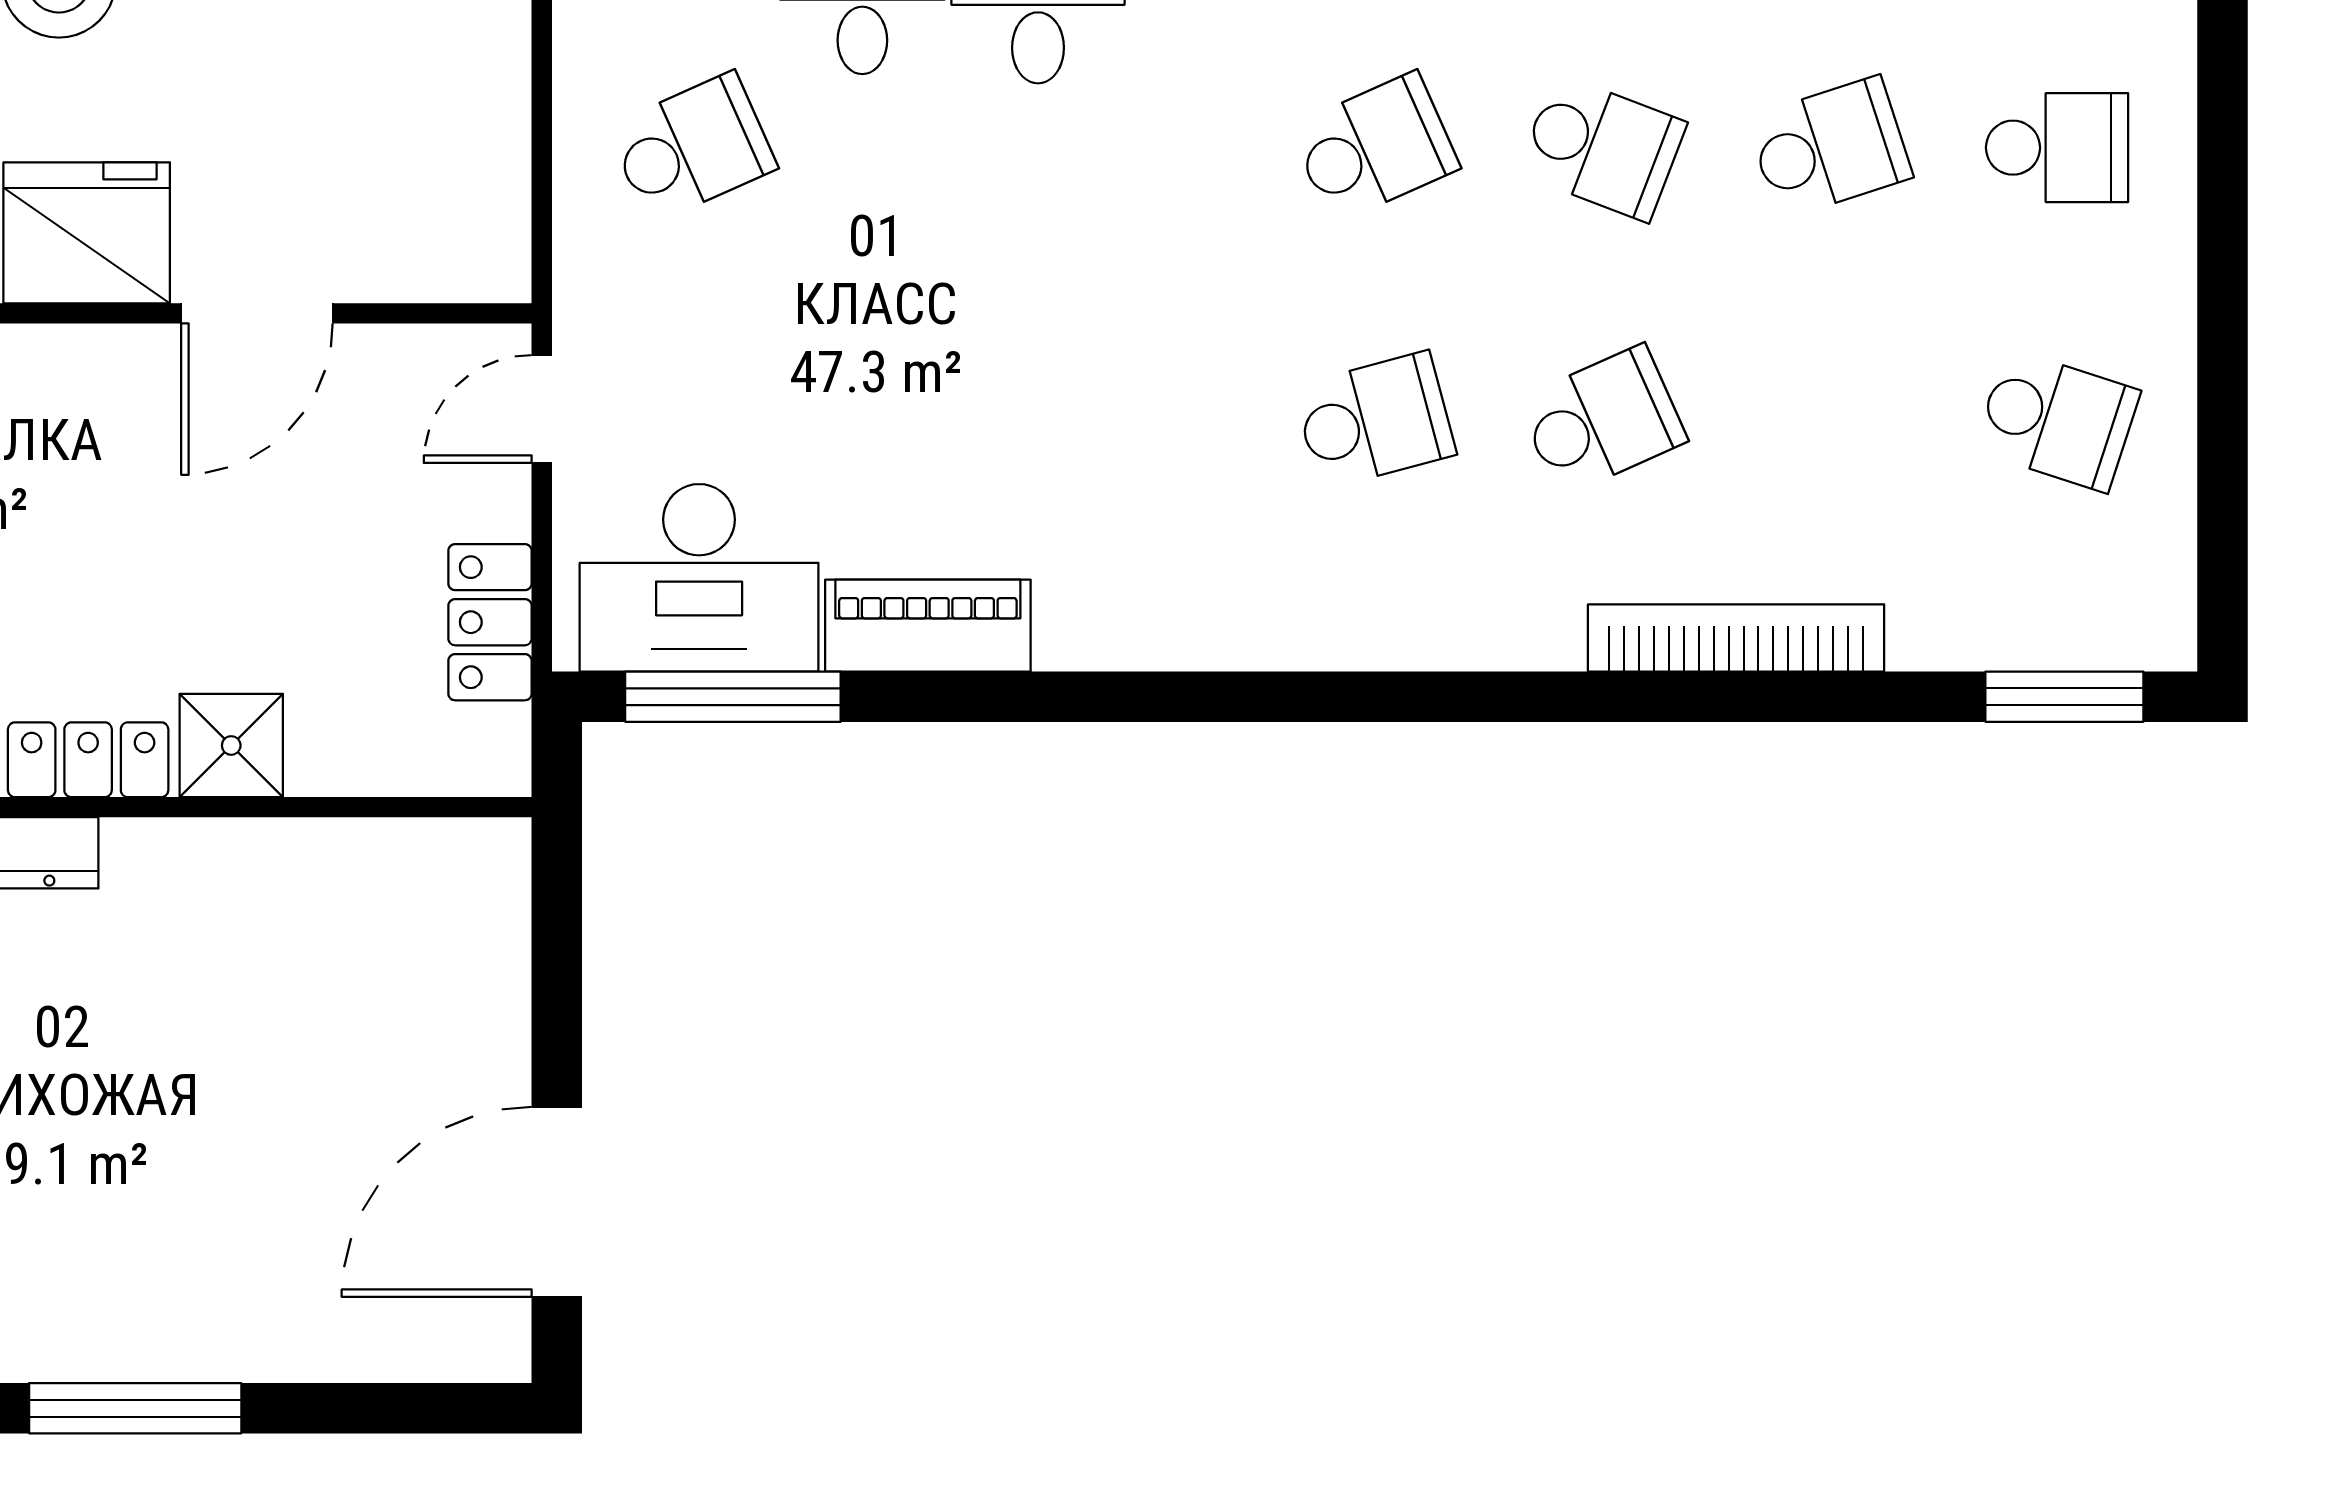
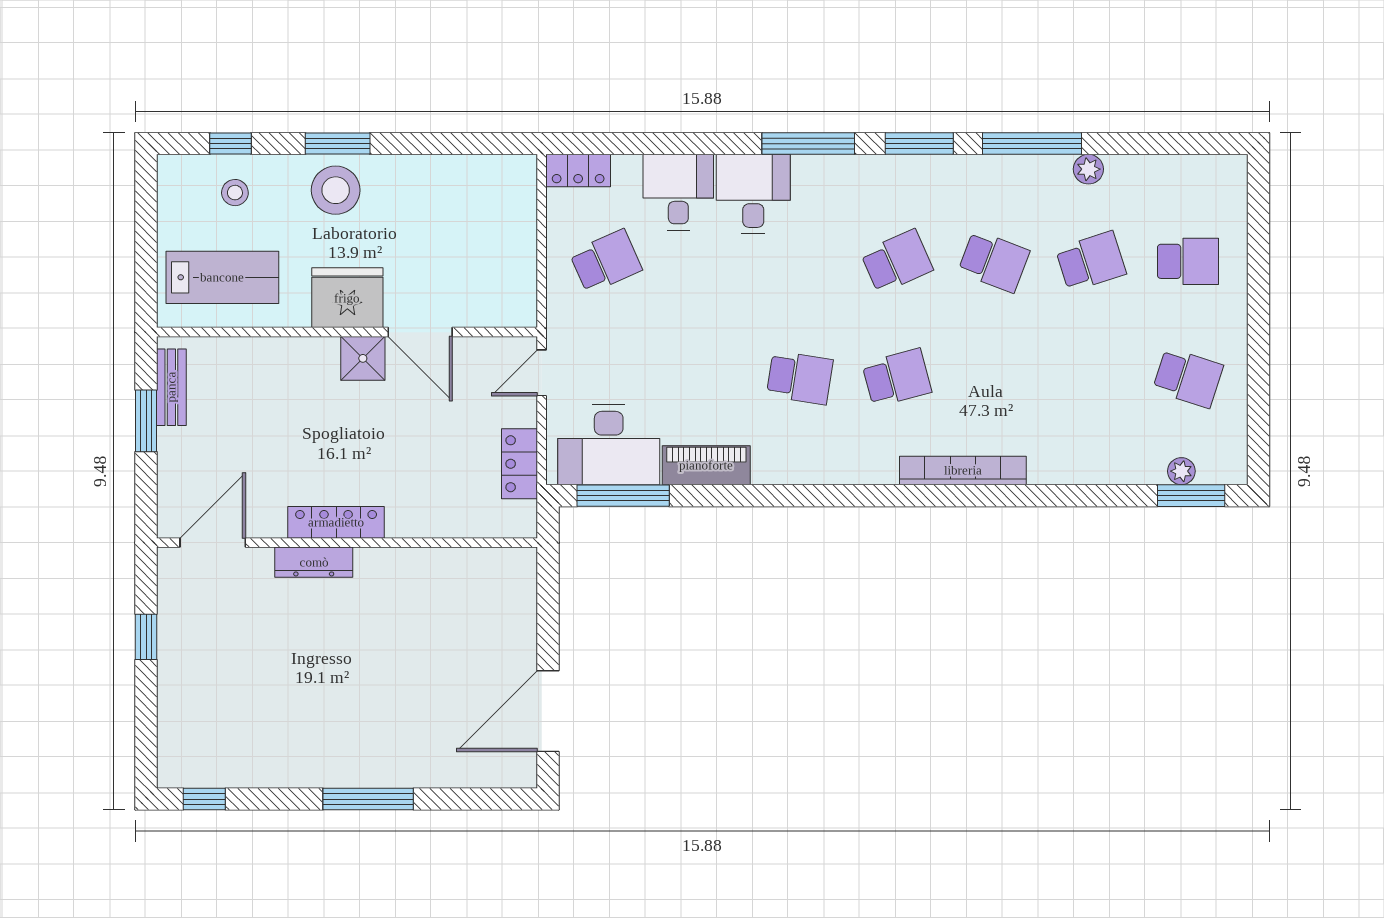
door: (257, 313) -> (420, 332), hinge flipped
school desk: (1602, 420) -> (800, 378), moved, turned 33
bookcase: (1736, 638) -> (963, 470), moved
plant: (2042, 640) -> (1181, 471), added
shower: (231, 745) -> (363, 358), moved

